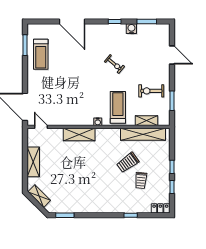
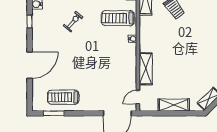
treadmill: (41, 54) -> (63, 97), turned 180
shelving: (79, 134) -> (146, 69), moved

